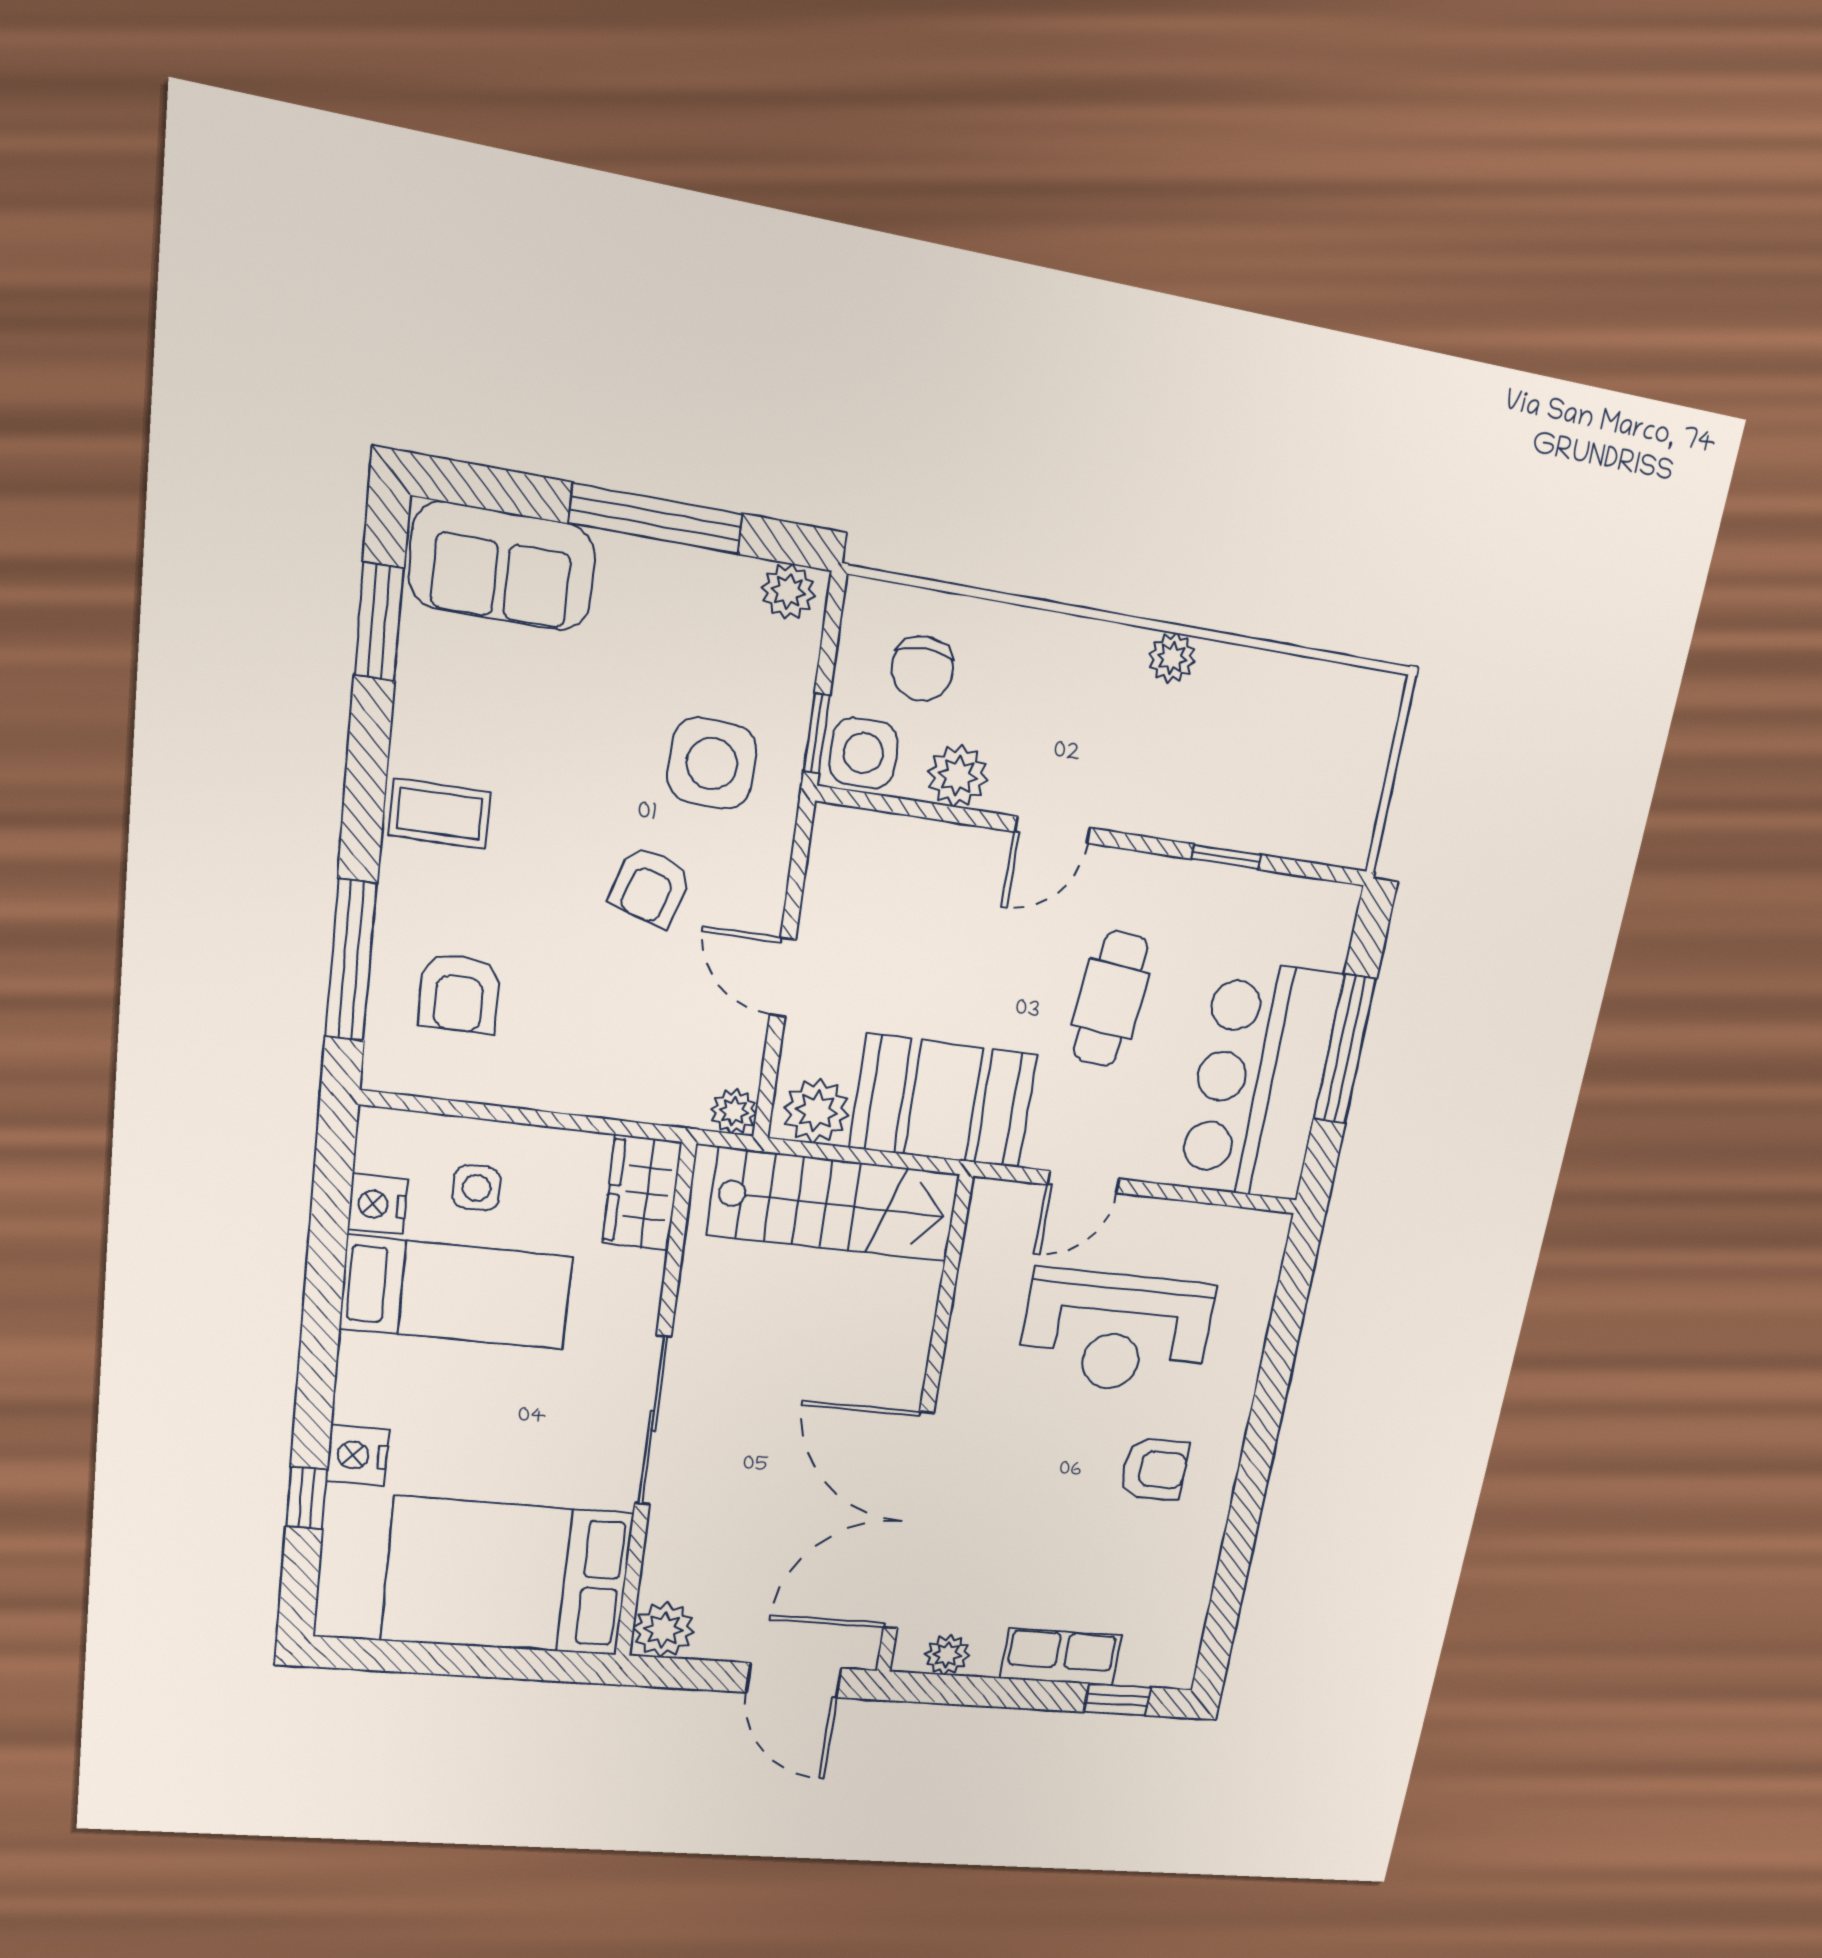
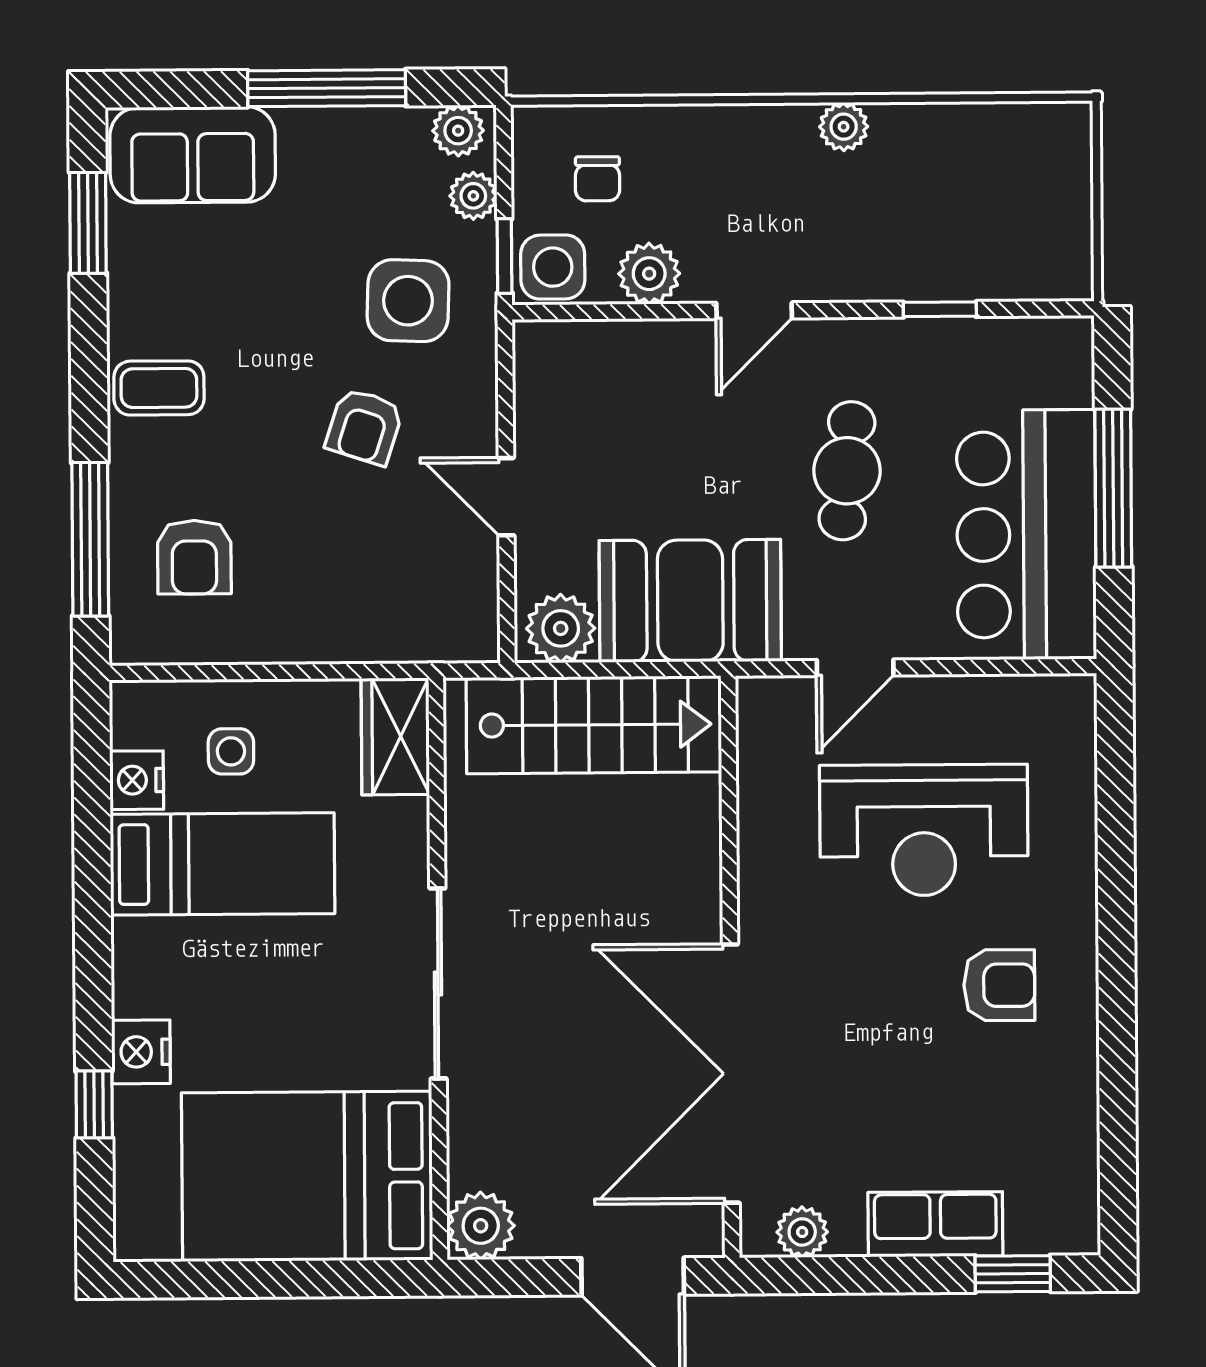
chair: (922, 669) -> (597, 179), width x0.73, depth x0.73
plant: (734, 1111) -> (473, 196), moved

